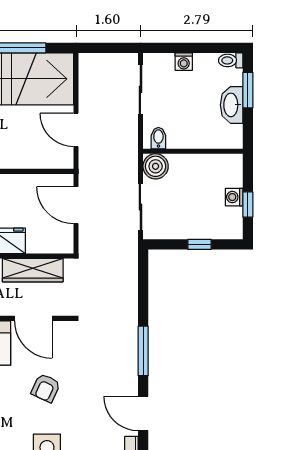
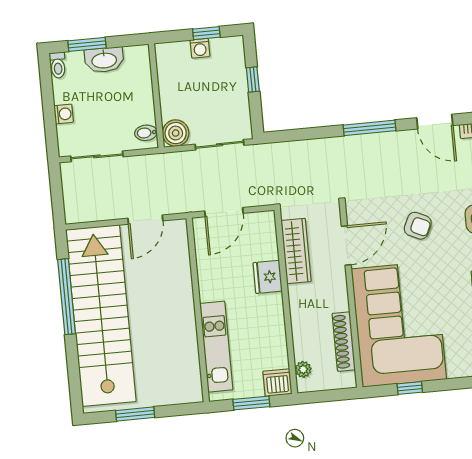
door: (143, 414) -> (435, 122), hinge flipped

